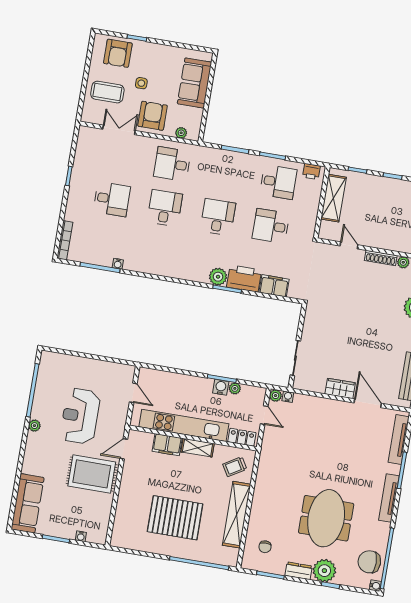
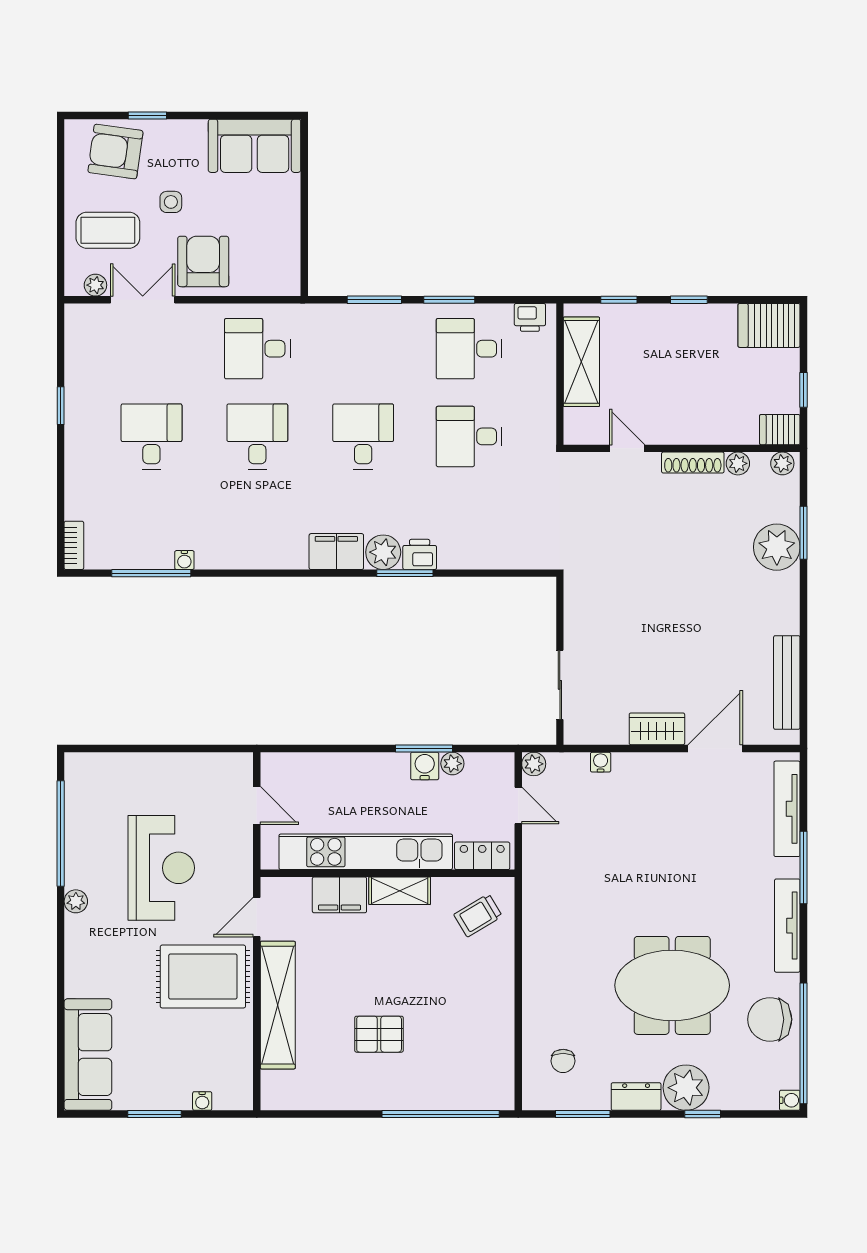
armchair: (118, 53) -> (115, 152), turned 98
sofa: (195, 83) -> (255, 146), moved, turned -90
plant: (181, 133) -> (95, 285), moved
desk: (278, 182) -> (469, 349), turned 180
desk: (112, 199) -> (151, 436), turned -90
bookcase: (65, 240) -> (74, 545), width x0.64
printer: (244, 278) -> (420, 554), width x0.53, depth x0.68
filing cabinet: (274, 286) -> (336, 552), moved
water cooler: (288, 397) -> (601, 762), moved
door: (368, 403) -> (715, 749), hinge flipped
reception desk: (80, 416) -> (161, 868), turned 180
shelving: (237, 515) -> (278, 1005), moved
pallet: (175, 518) -> (379, 1034), width x0.49, depth x0.50
meeting table: (326, 518) -> (672, 985), turned 90
chair: (369, 562) -> (770, 1019), moved

